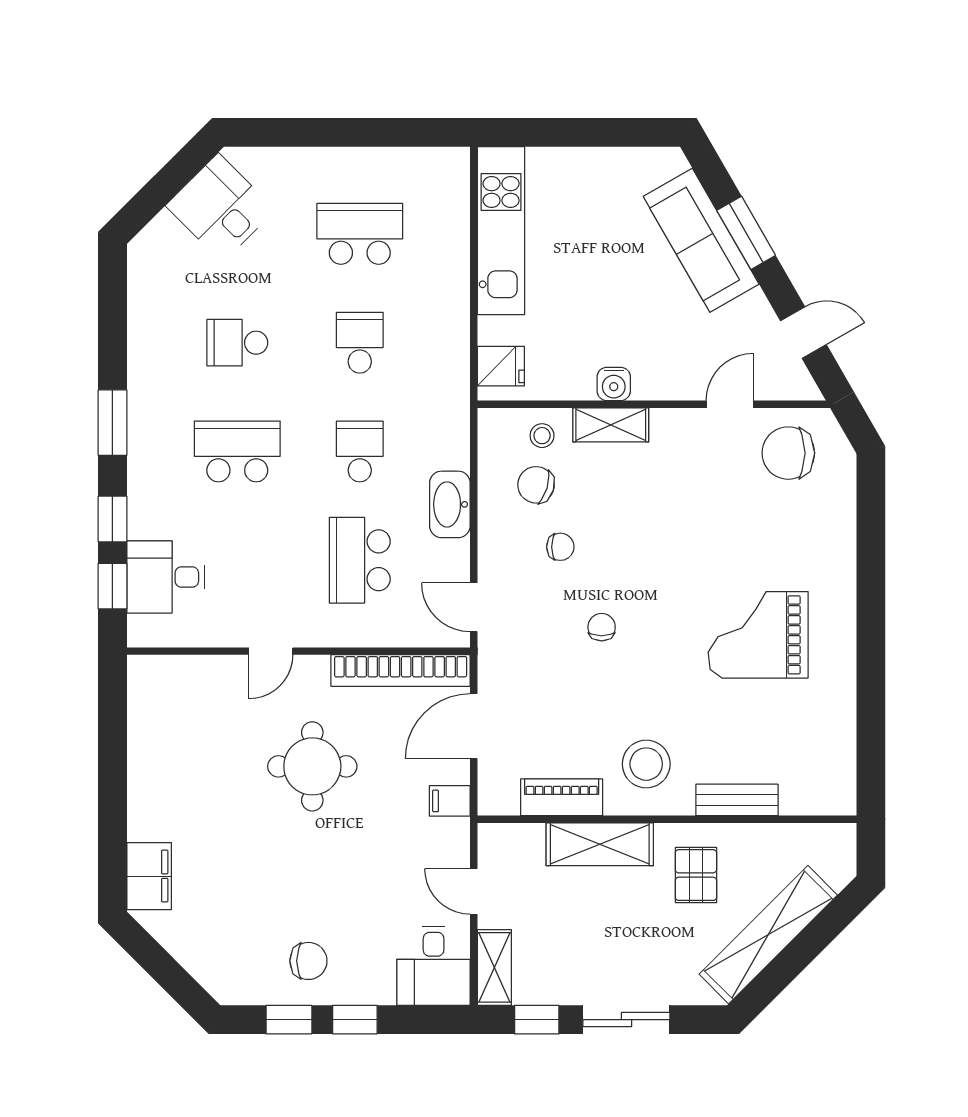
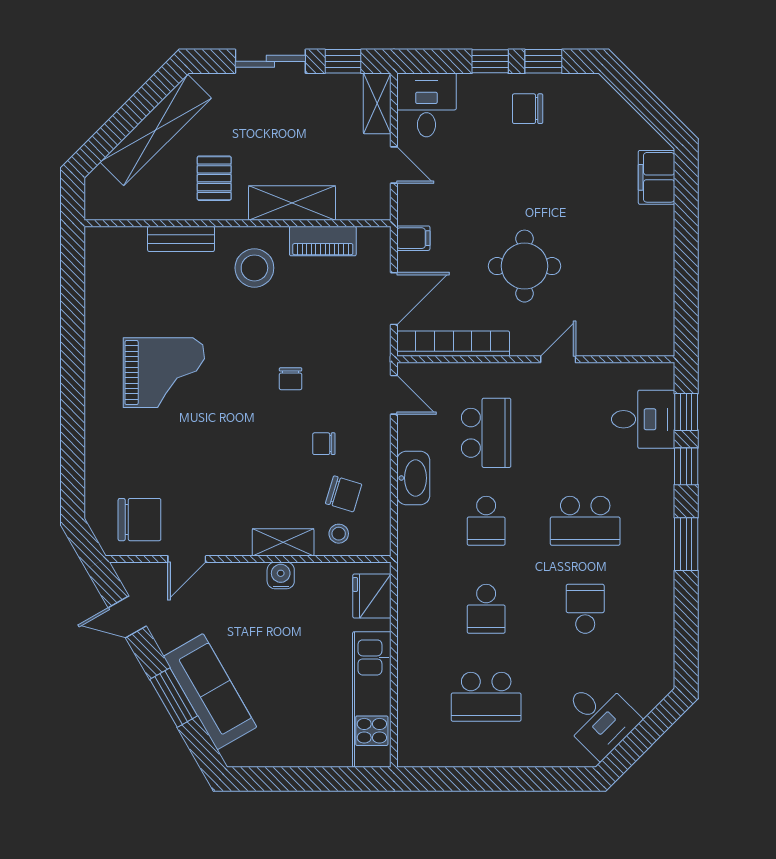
school desk: (237, 343) -> (585, 609), turned -90
fridge: (501, 366) -> (372, 596), width x1.38

